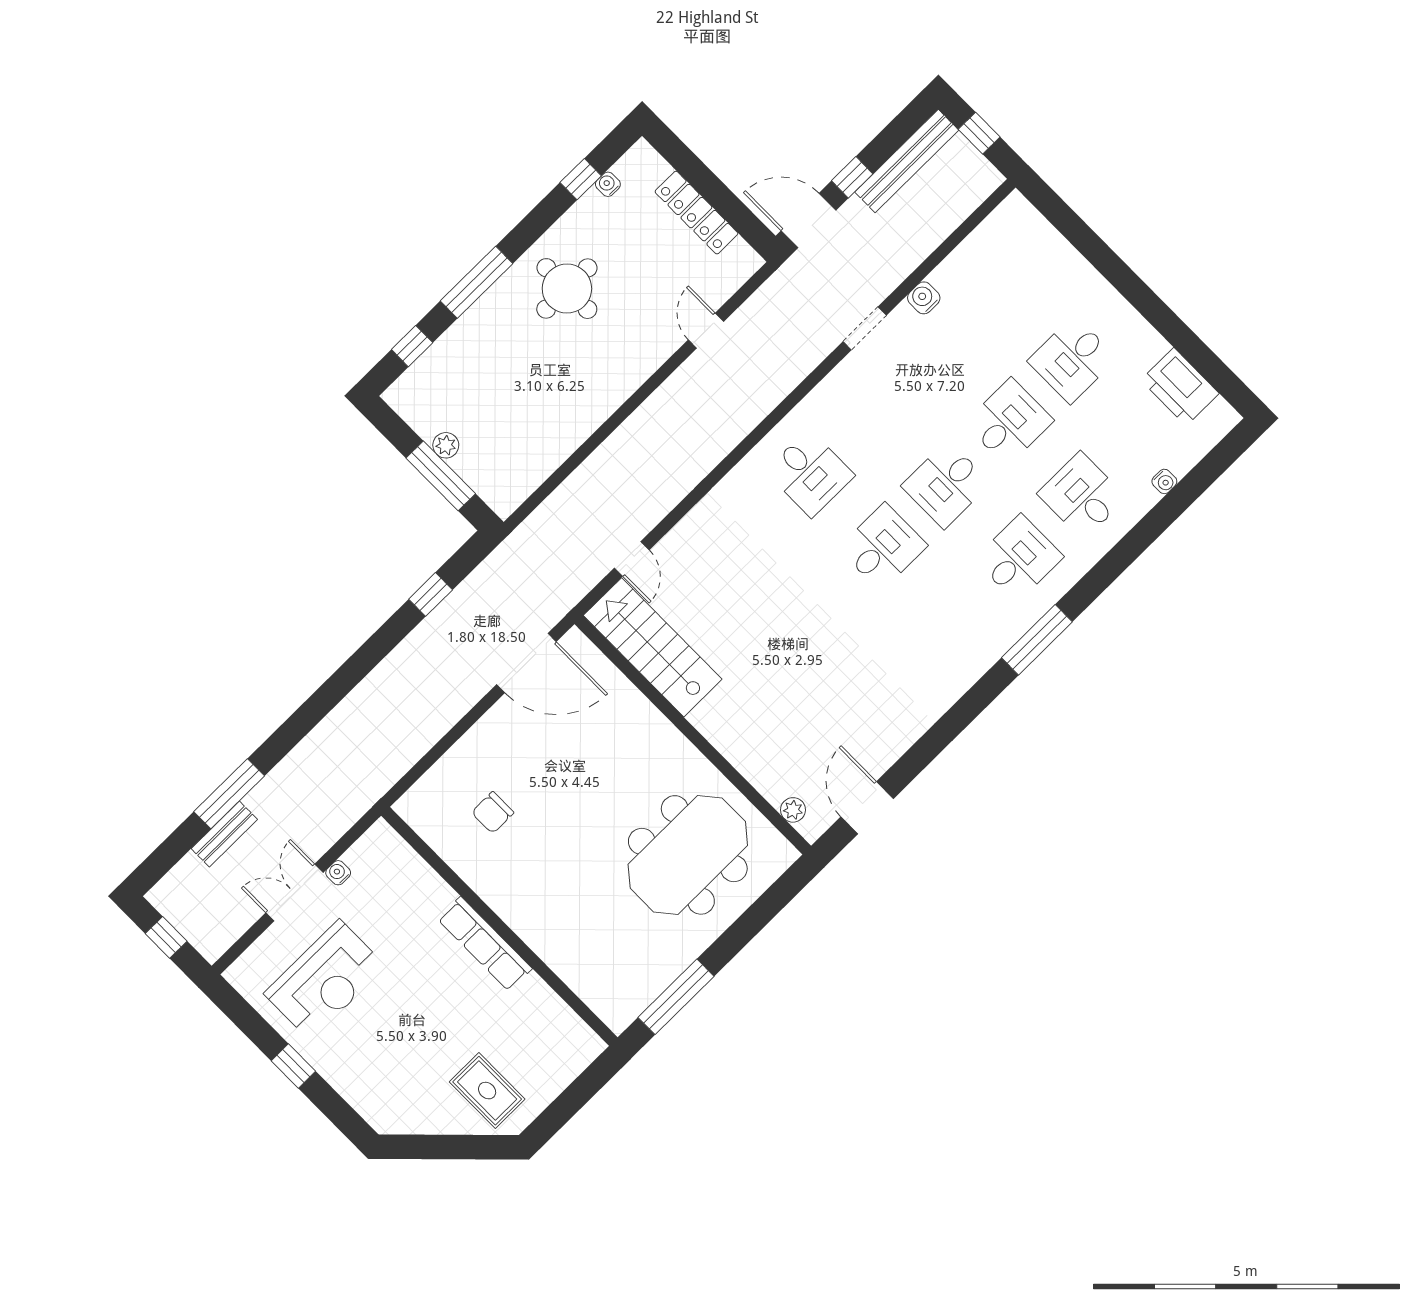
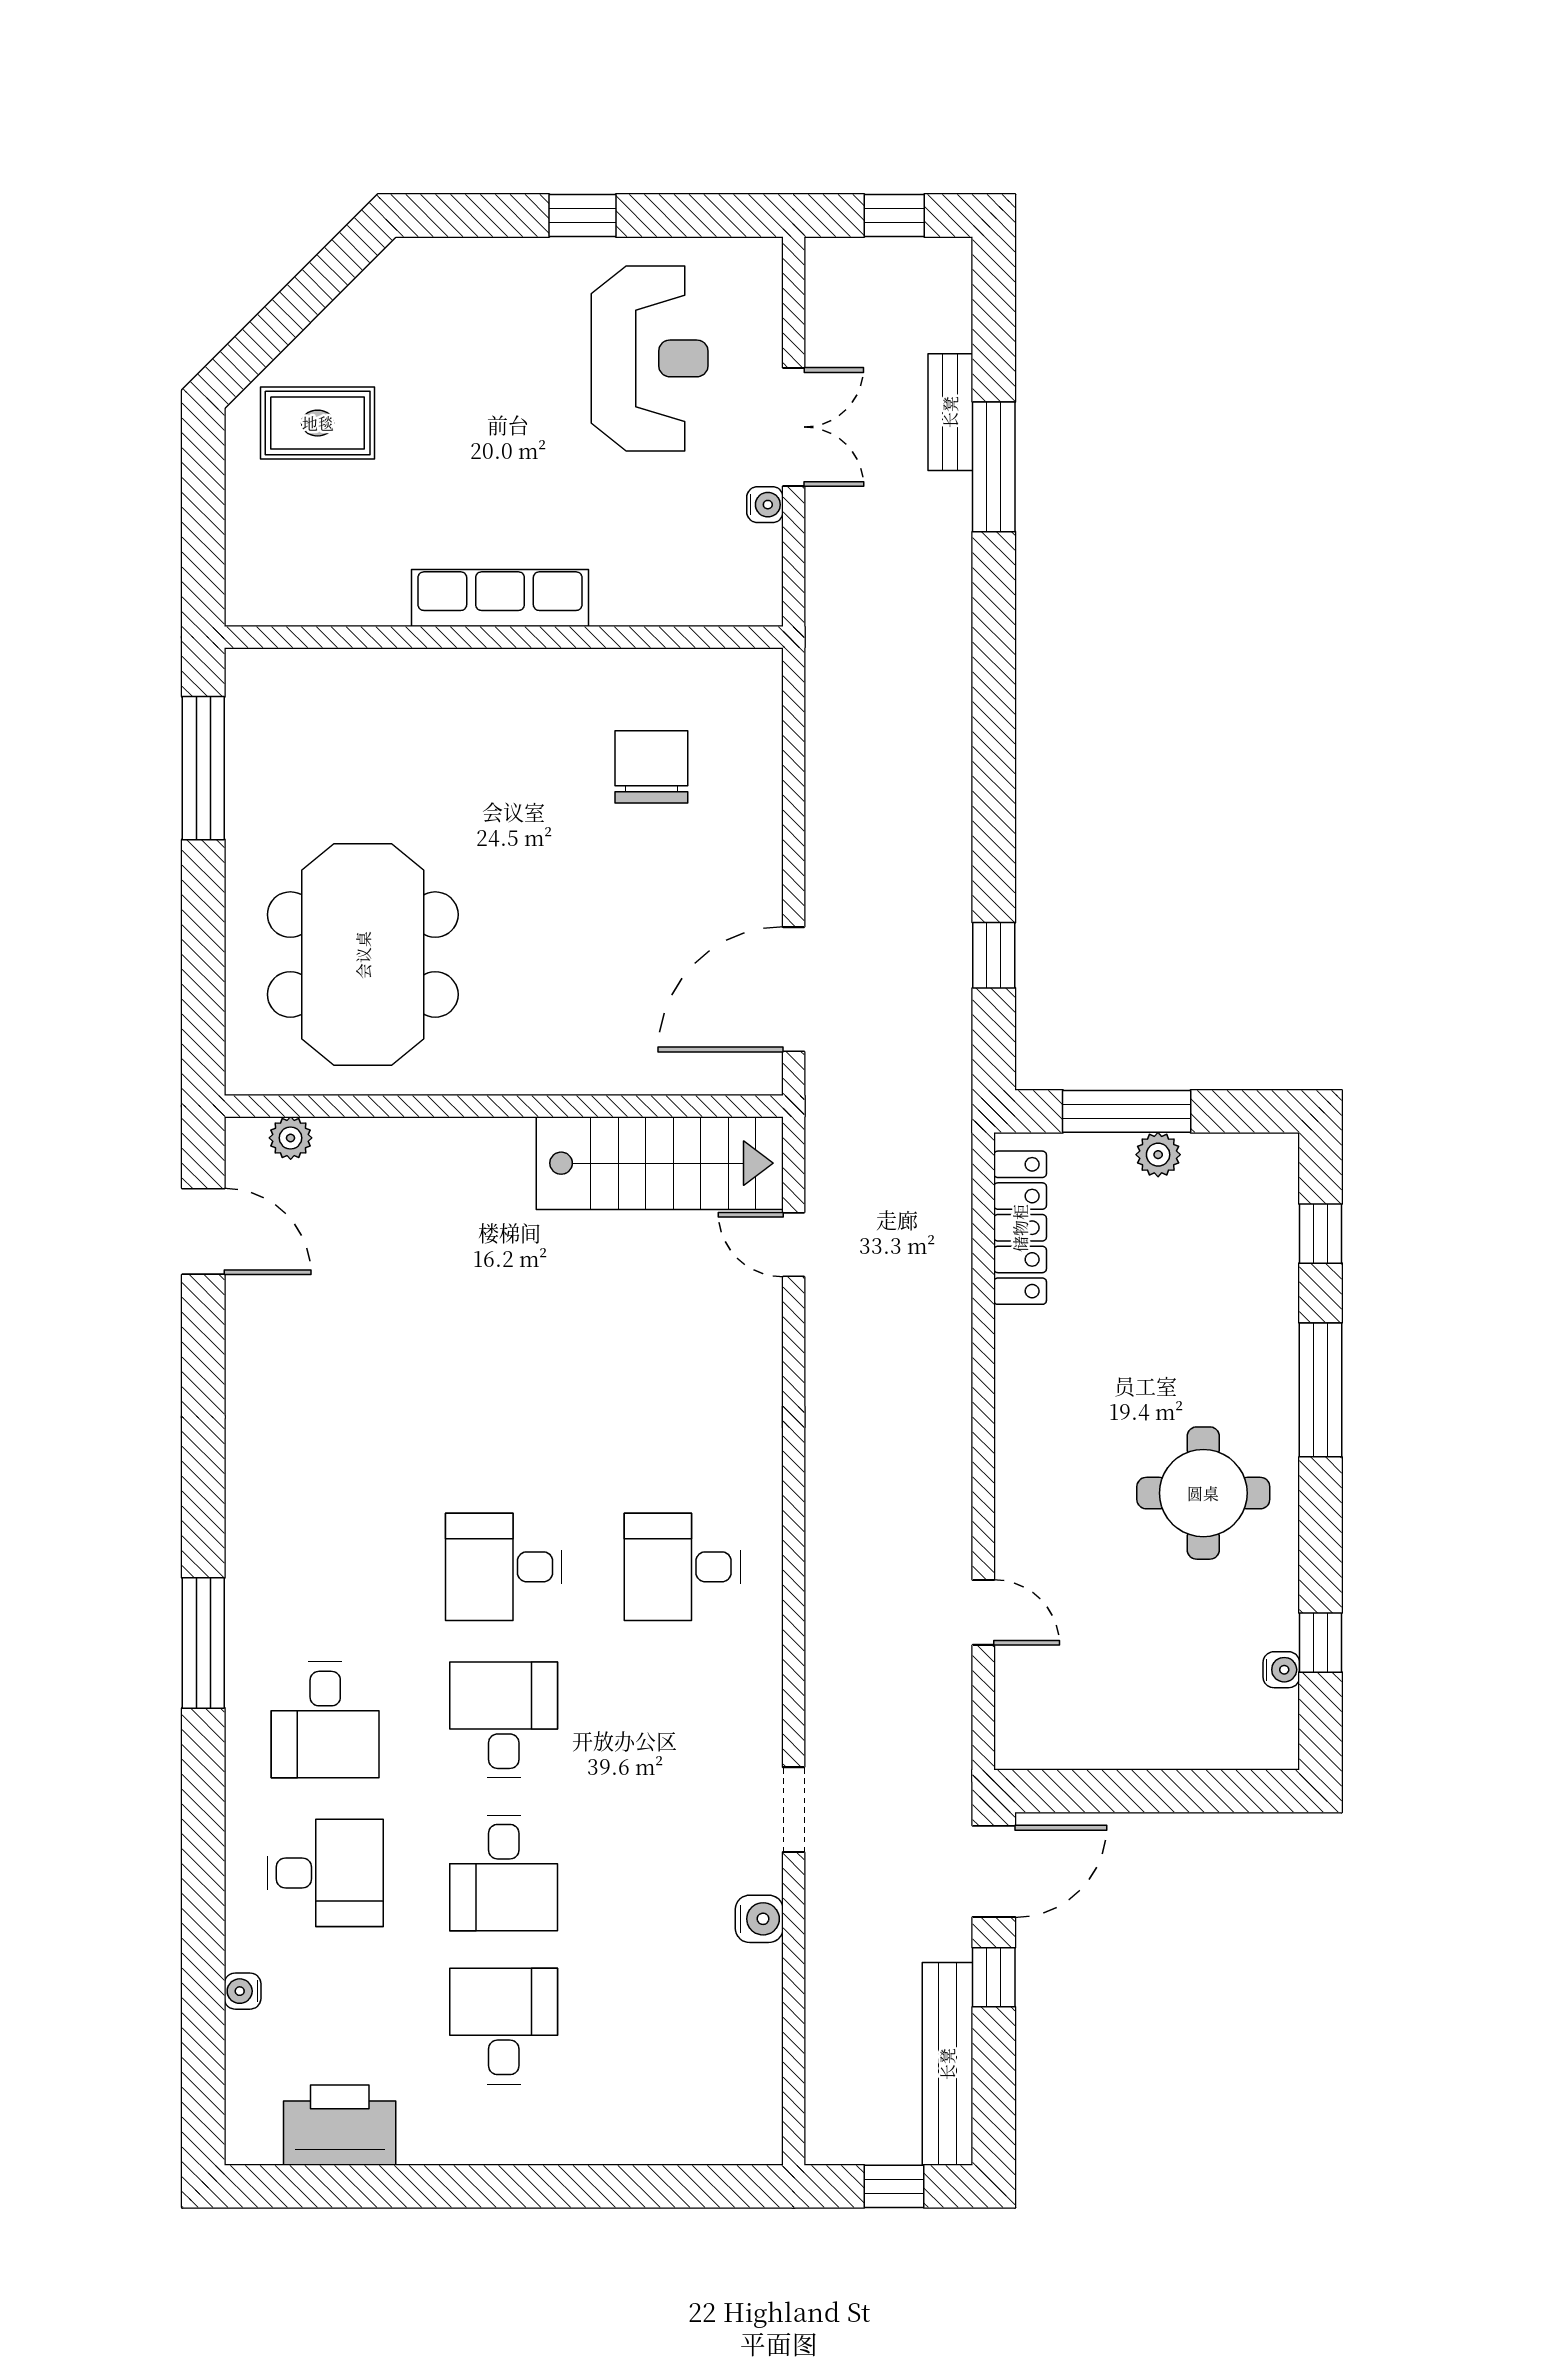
locker: (696, 213) -> (1020, 1228), moved, turned 90
desk: (883, 547) -> (504, 1567), turned 90
chair: (493, 813) -> (651, 767), width x1.37, depth x1.37
reception desk: (325, 980) -> (650, 358), turned 180

